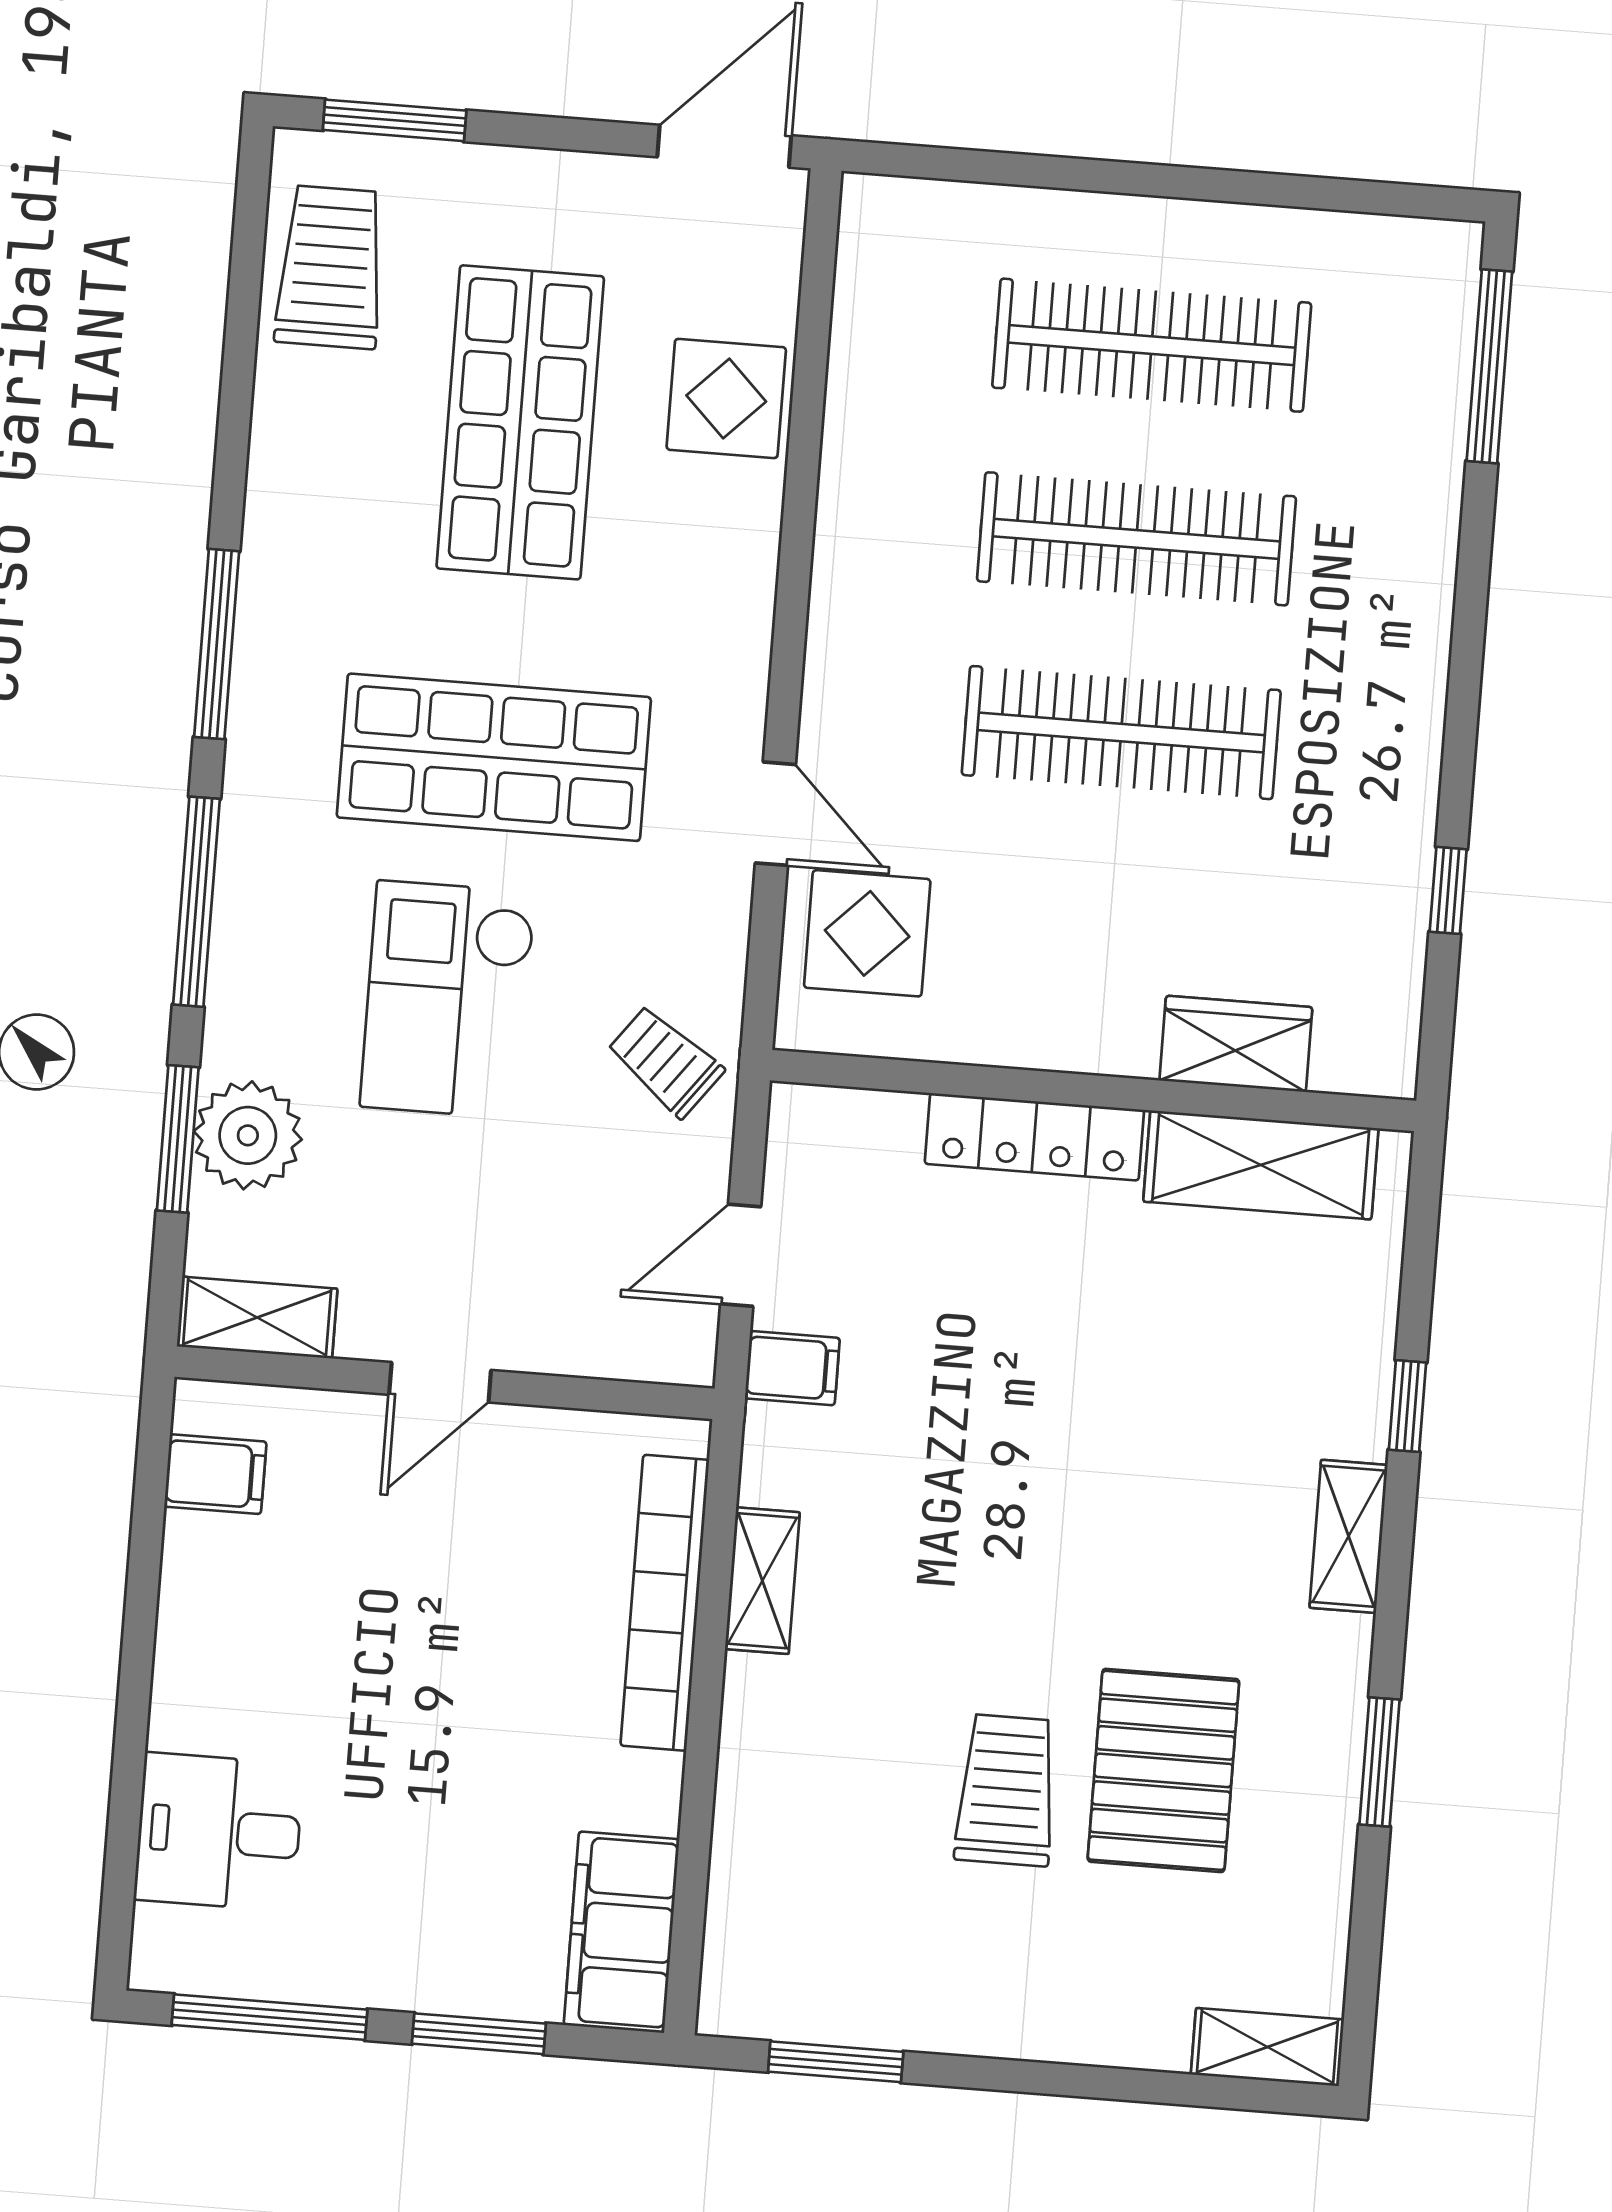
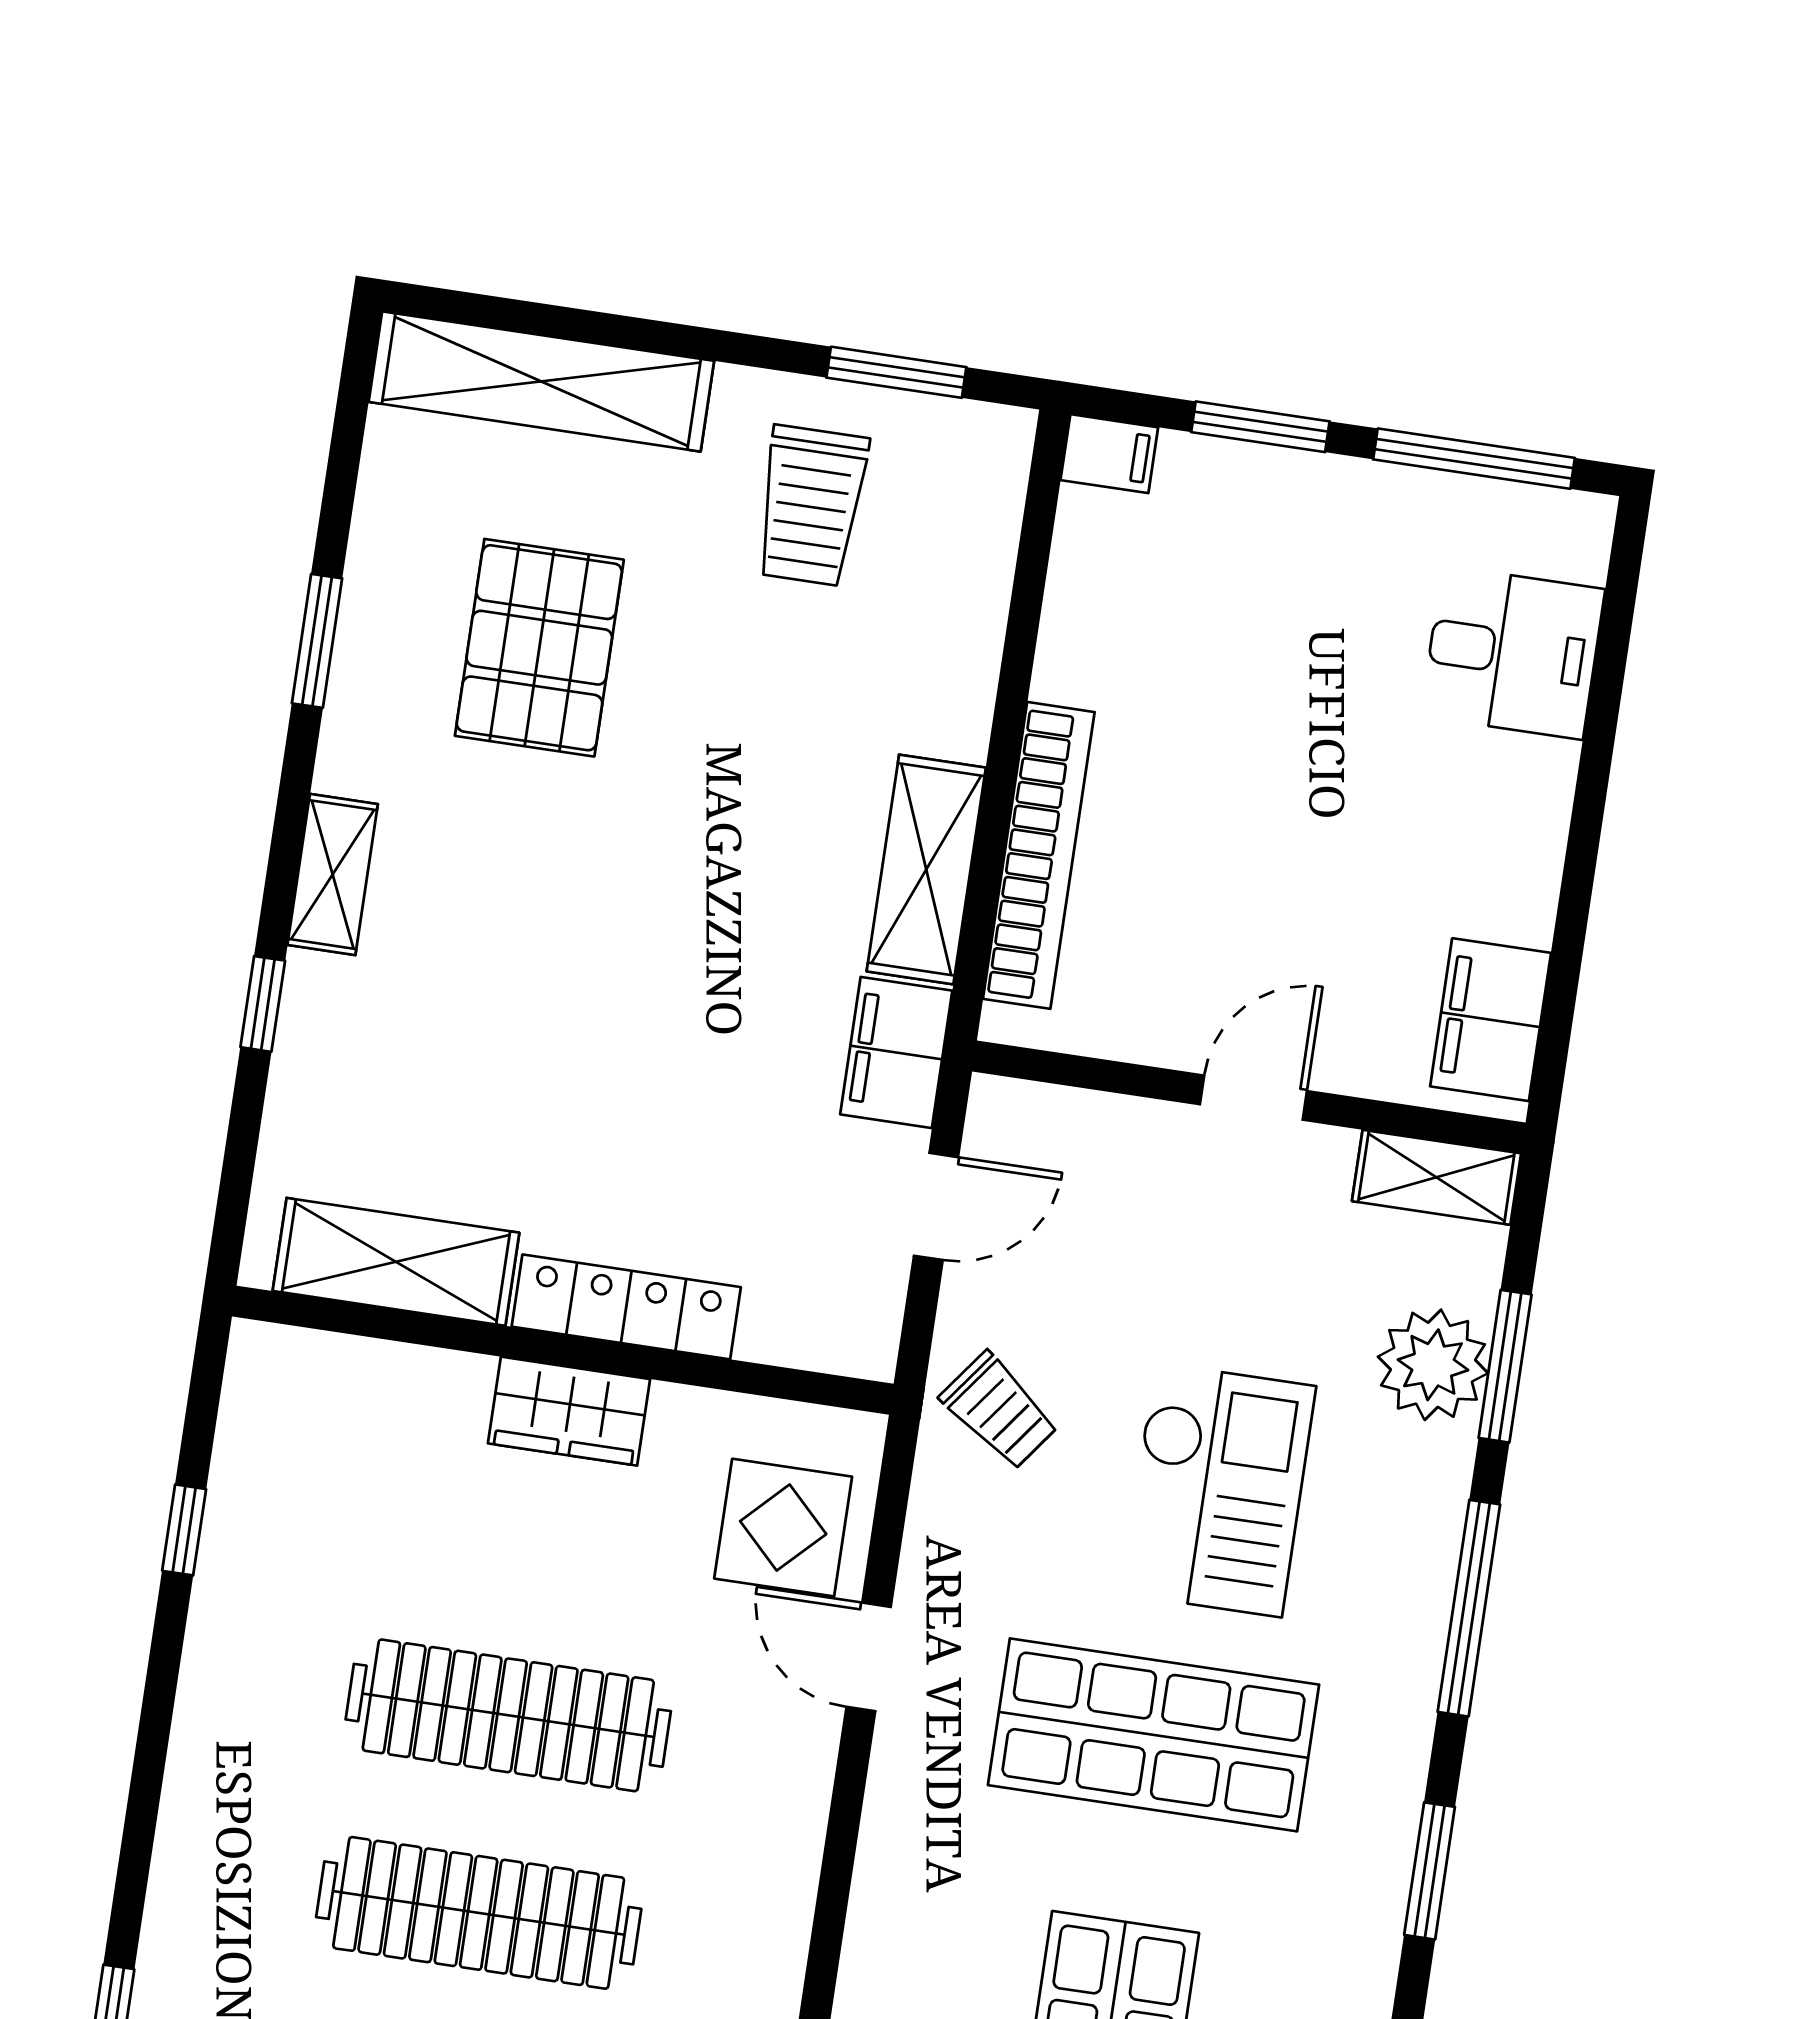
window: (217, 644) -> (1430, 1871), width x0.69
wardrobe: (1236, 1044) -> (569, 1411), moved
filing cabinet: (792, 1368) -> (896, 1053), width x2.00
filing cabinet: (215, 1474) -> (1491, 1020), width x2.00
shelving: (762, 1581) -> (926, 869), width x1.50, depth x1.33
trolley: (1006, 1790) -> (811, 506), moved
filing cabinet: (622, 1932) -> (1109, 454), width x0.33, depth x0.86
shelving: (1267, 2047) -> (541, 381), width x2.20, depth x1.33

